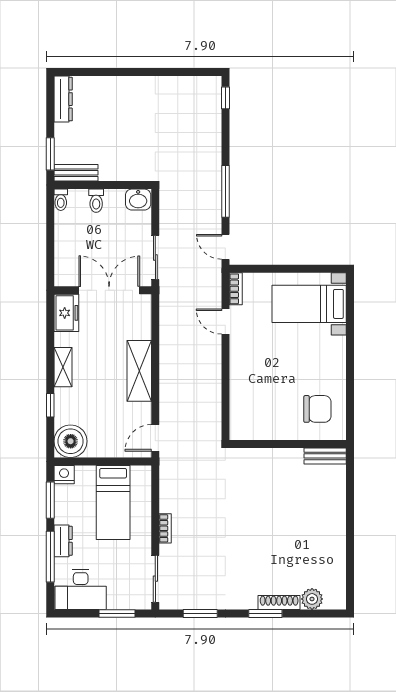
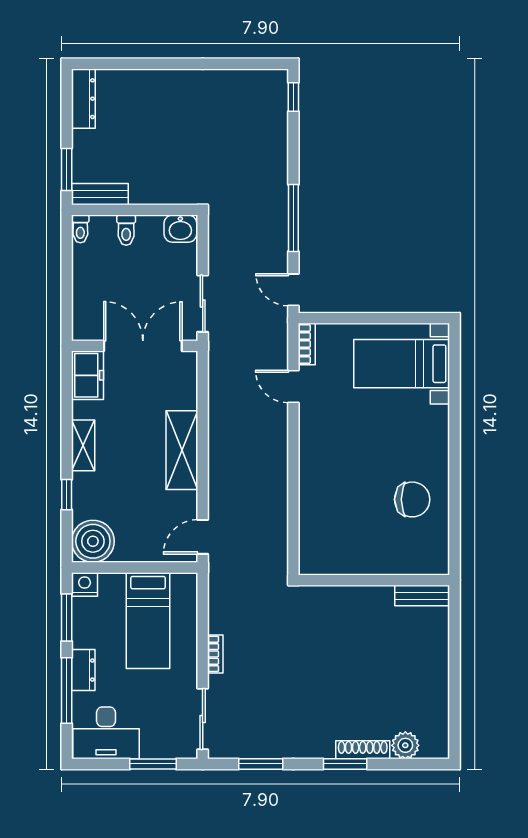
wall: (288, 444) -> (374, 580), moved
bench: (325, 456) -> (422, 596), moved

